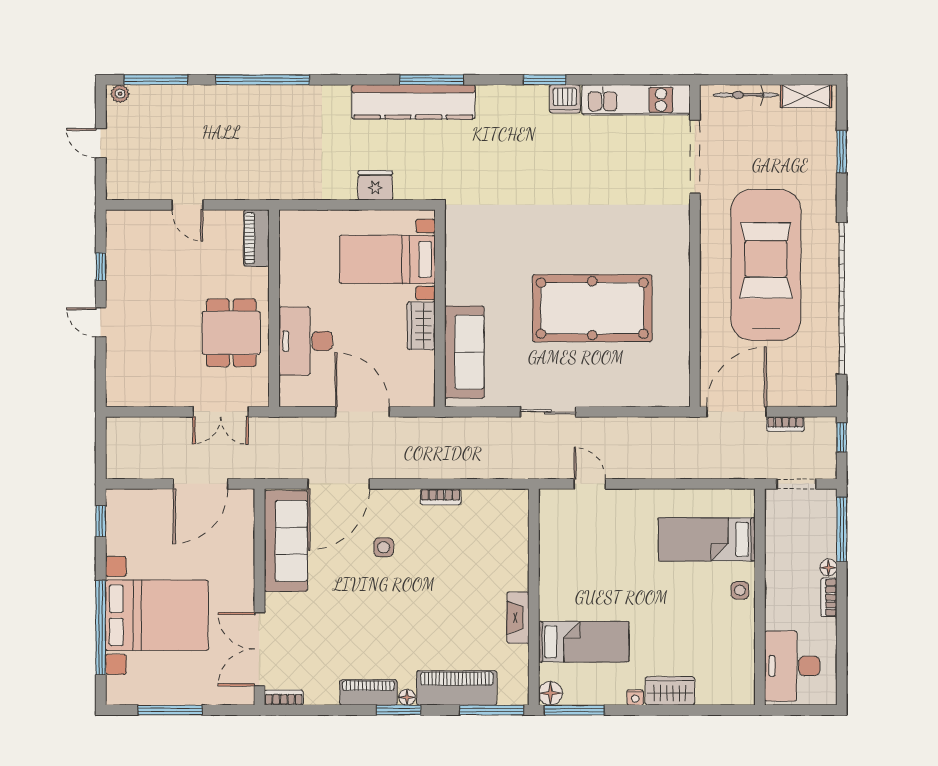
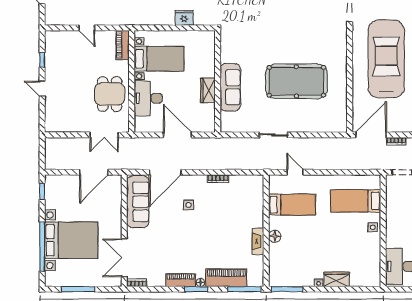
bed with nightstands: (387, 259) -> (159, 59), moved, turned 180
sofa: (464, 352) -> (230, 87), moved
bed: (584, 642) -> (292, 205), moved
floor lamp: (550, 693) -> (275, 236), moved

